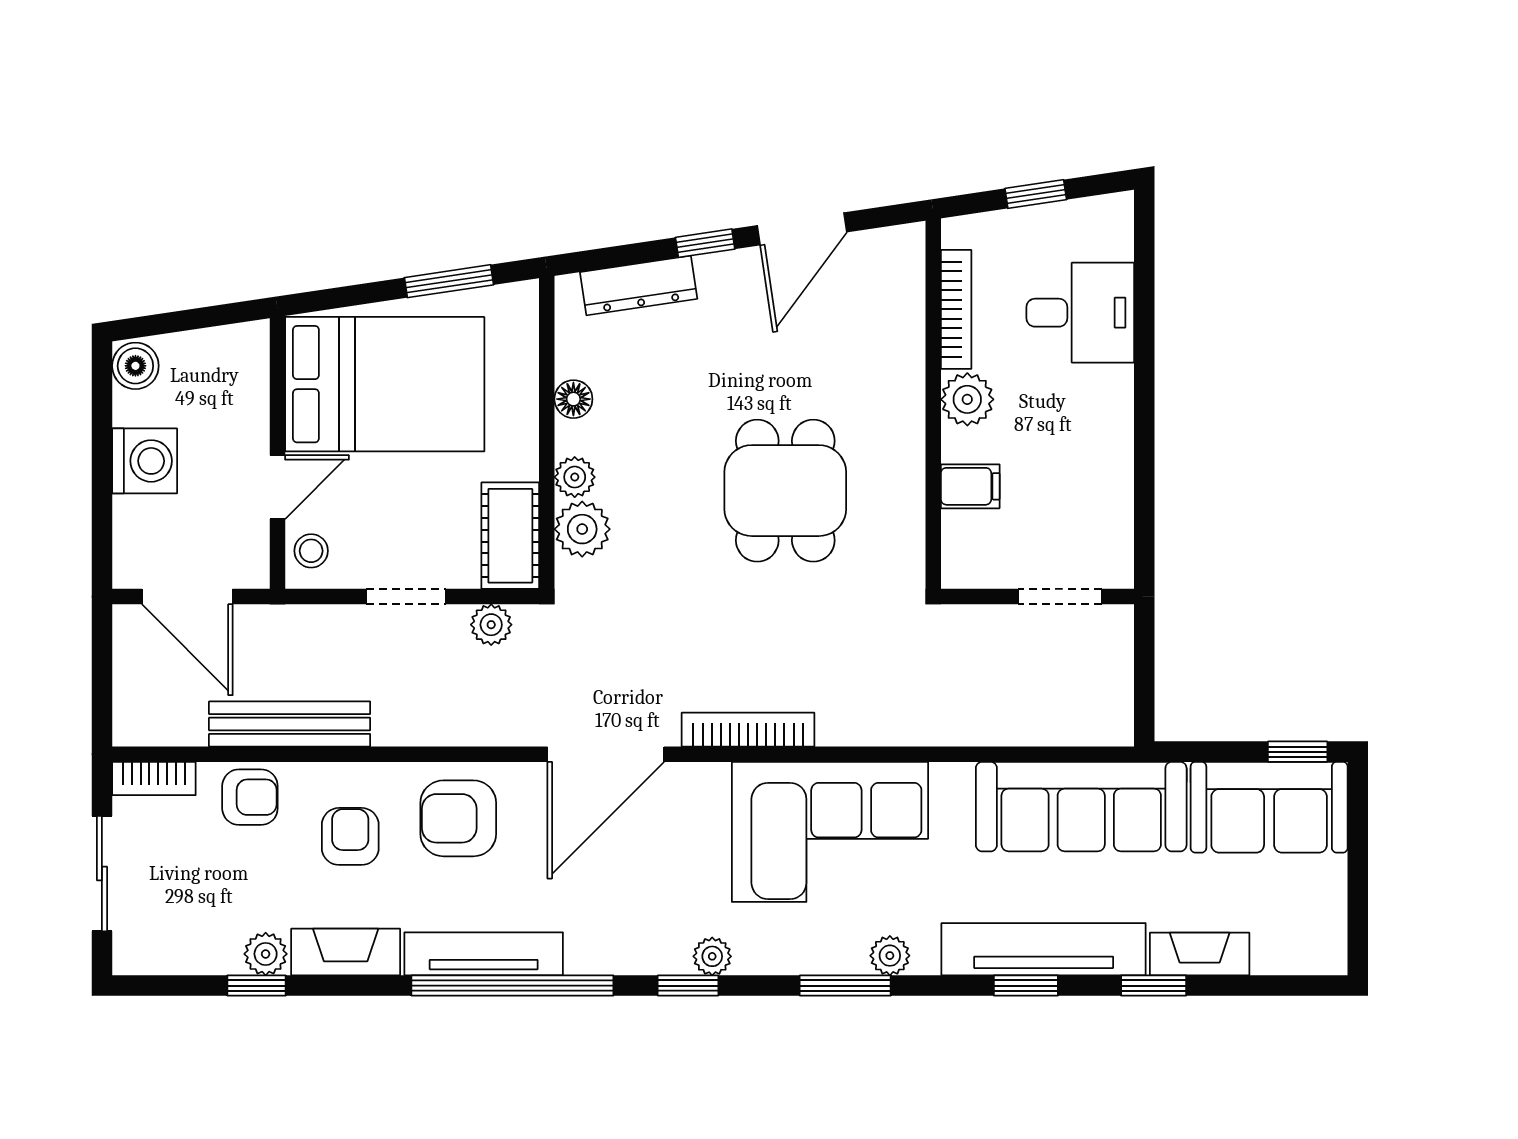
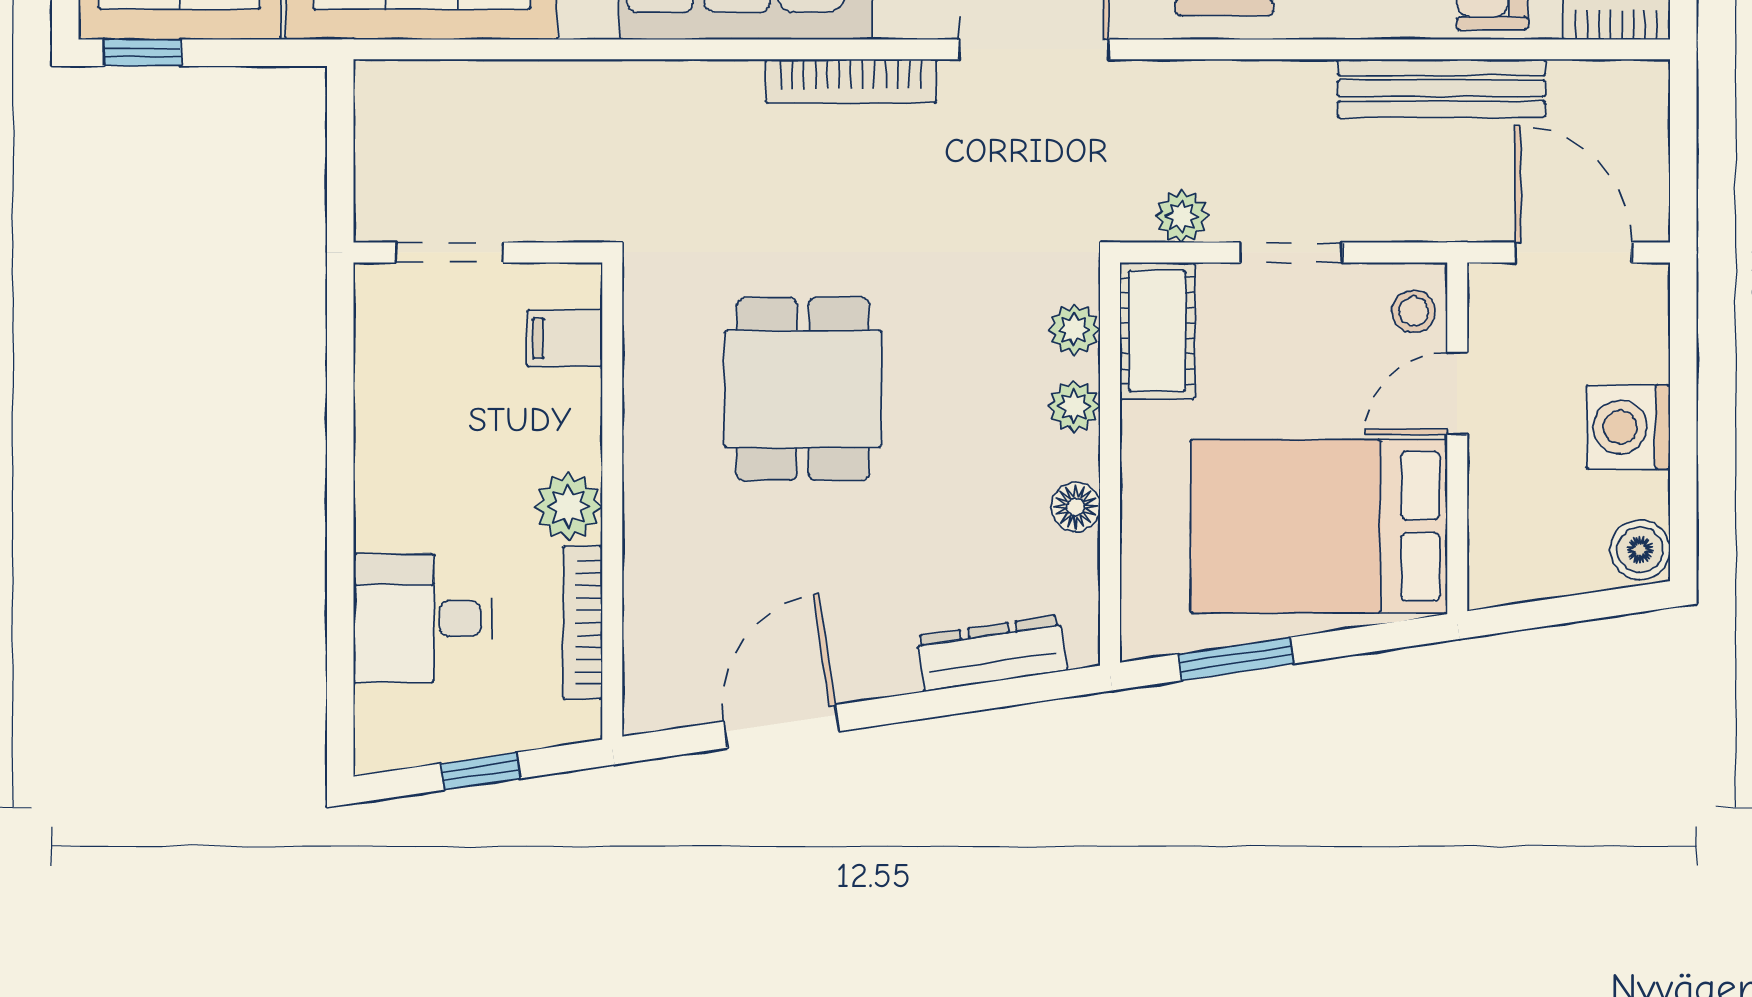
window: (705, 243) -> (906, 708), removed
filing cabinet: (970, 486) -> (565, 338), moved
plant: (582, 529) -> (1074, 330), width x0.73, depth x0.73

